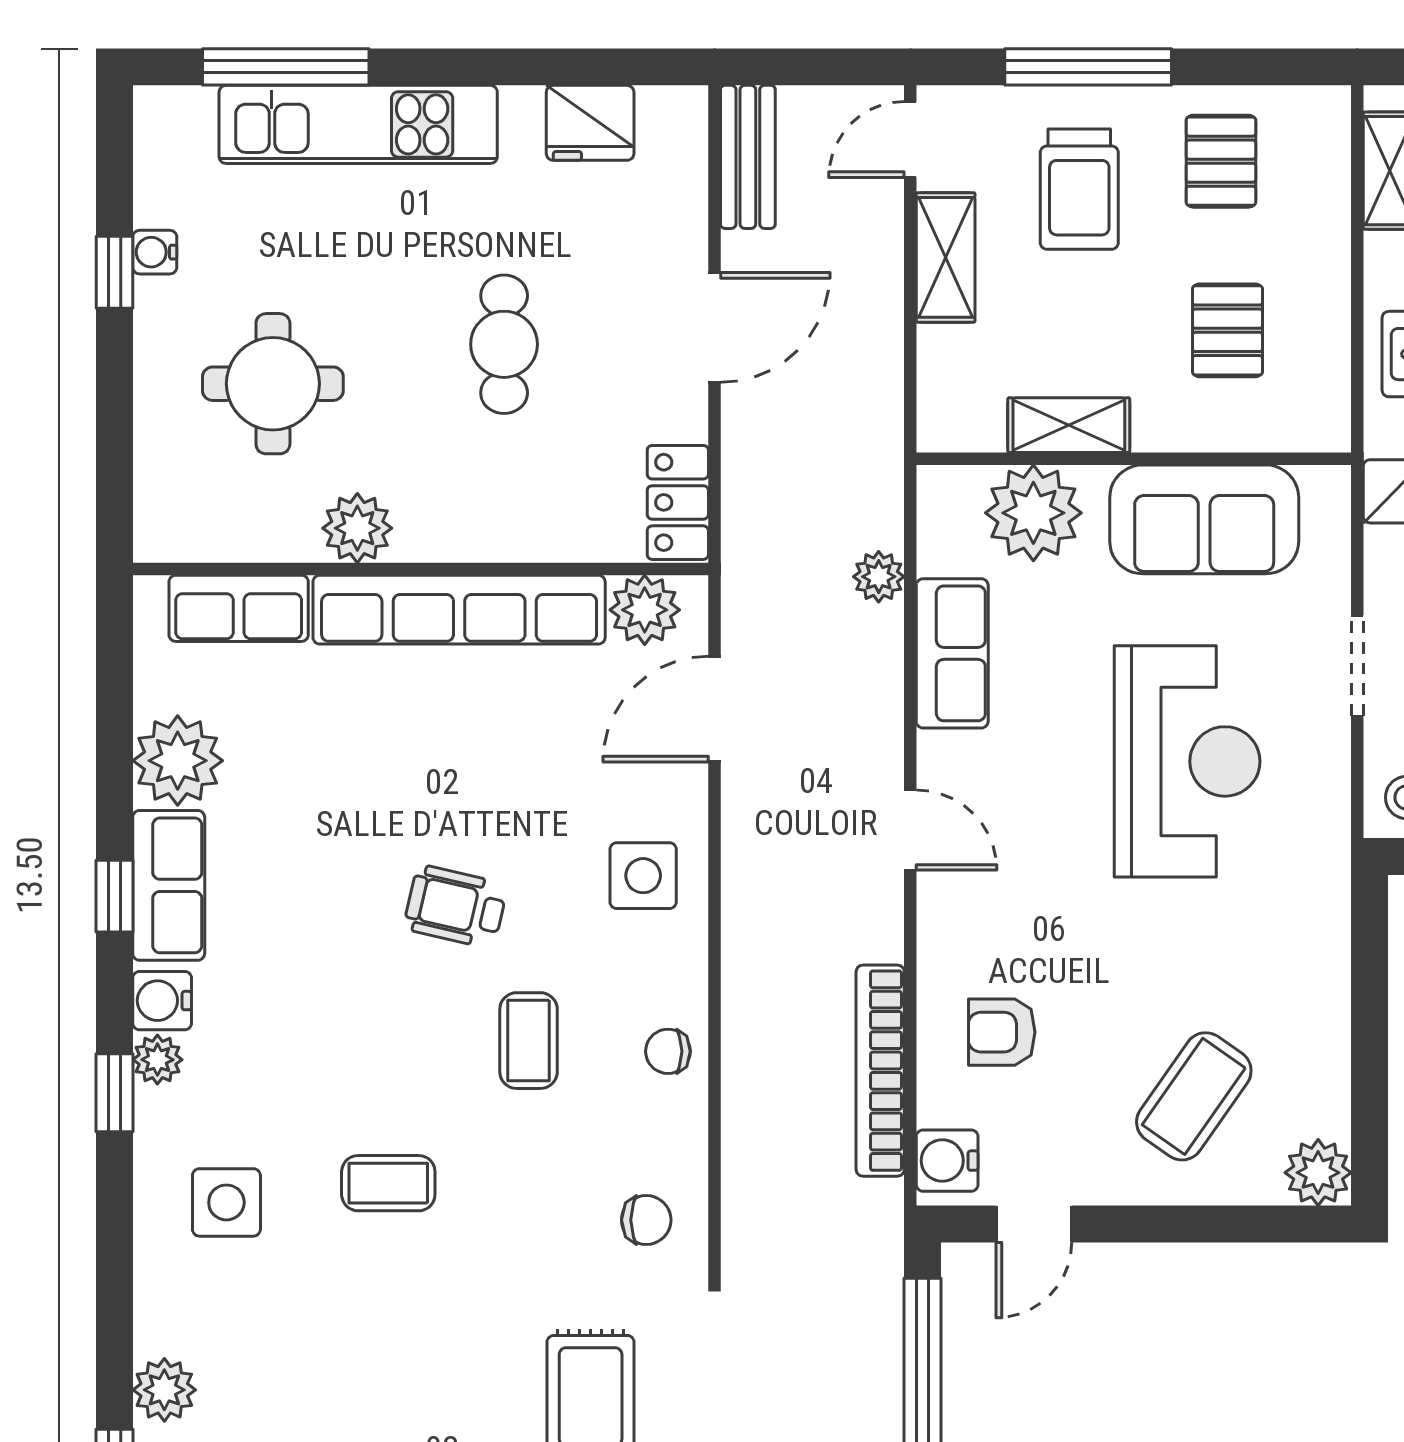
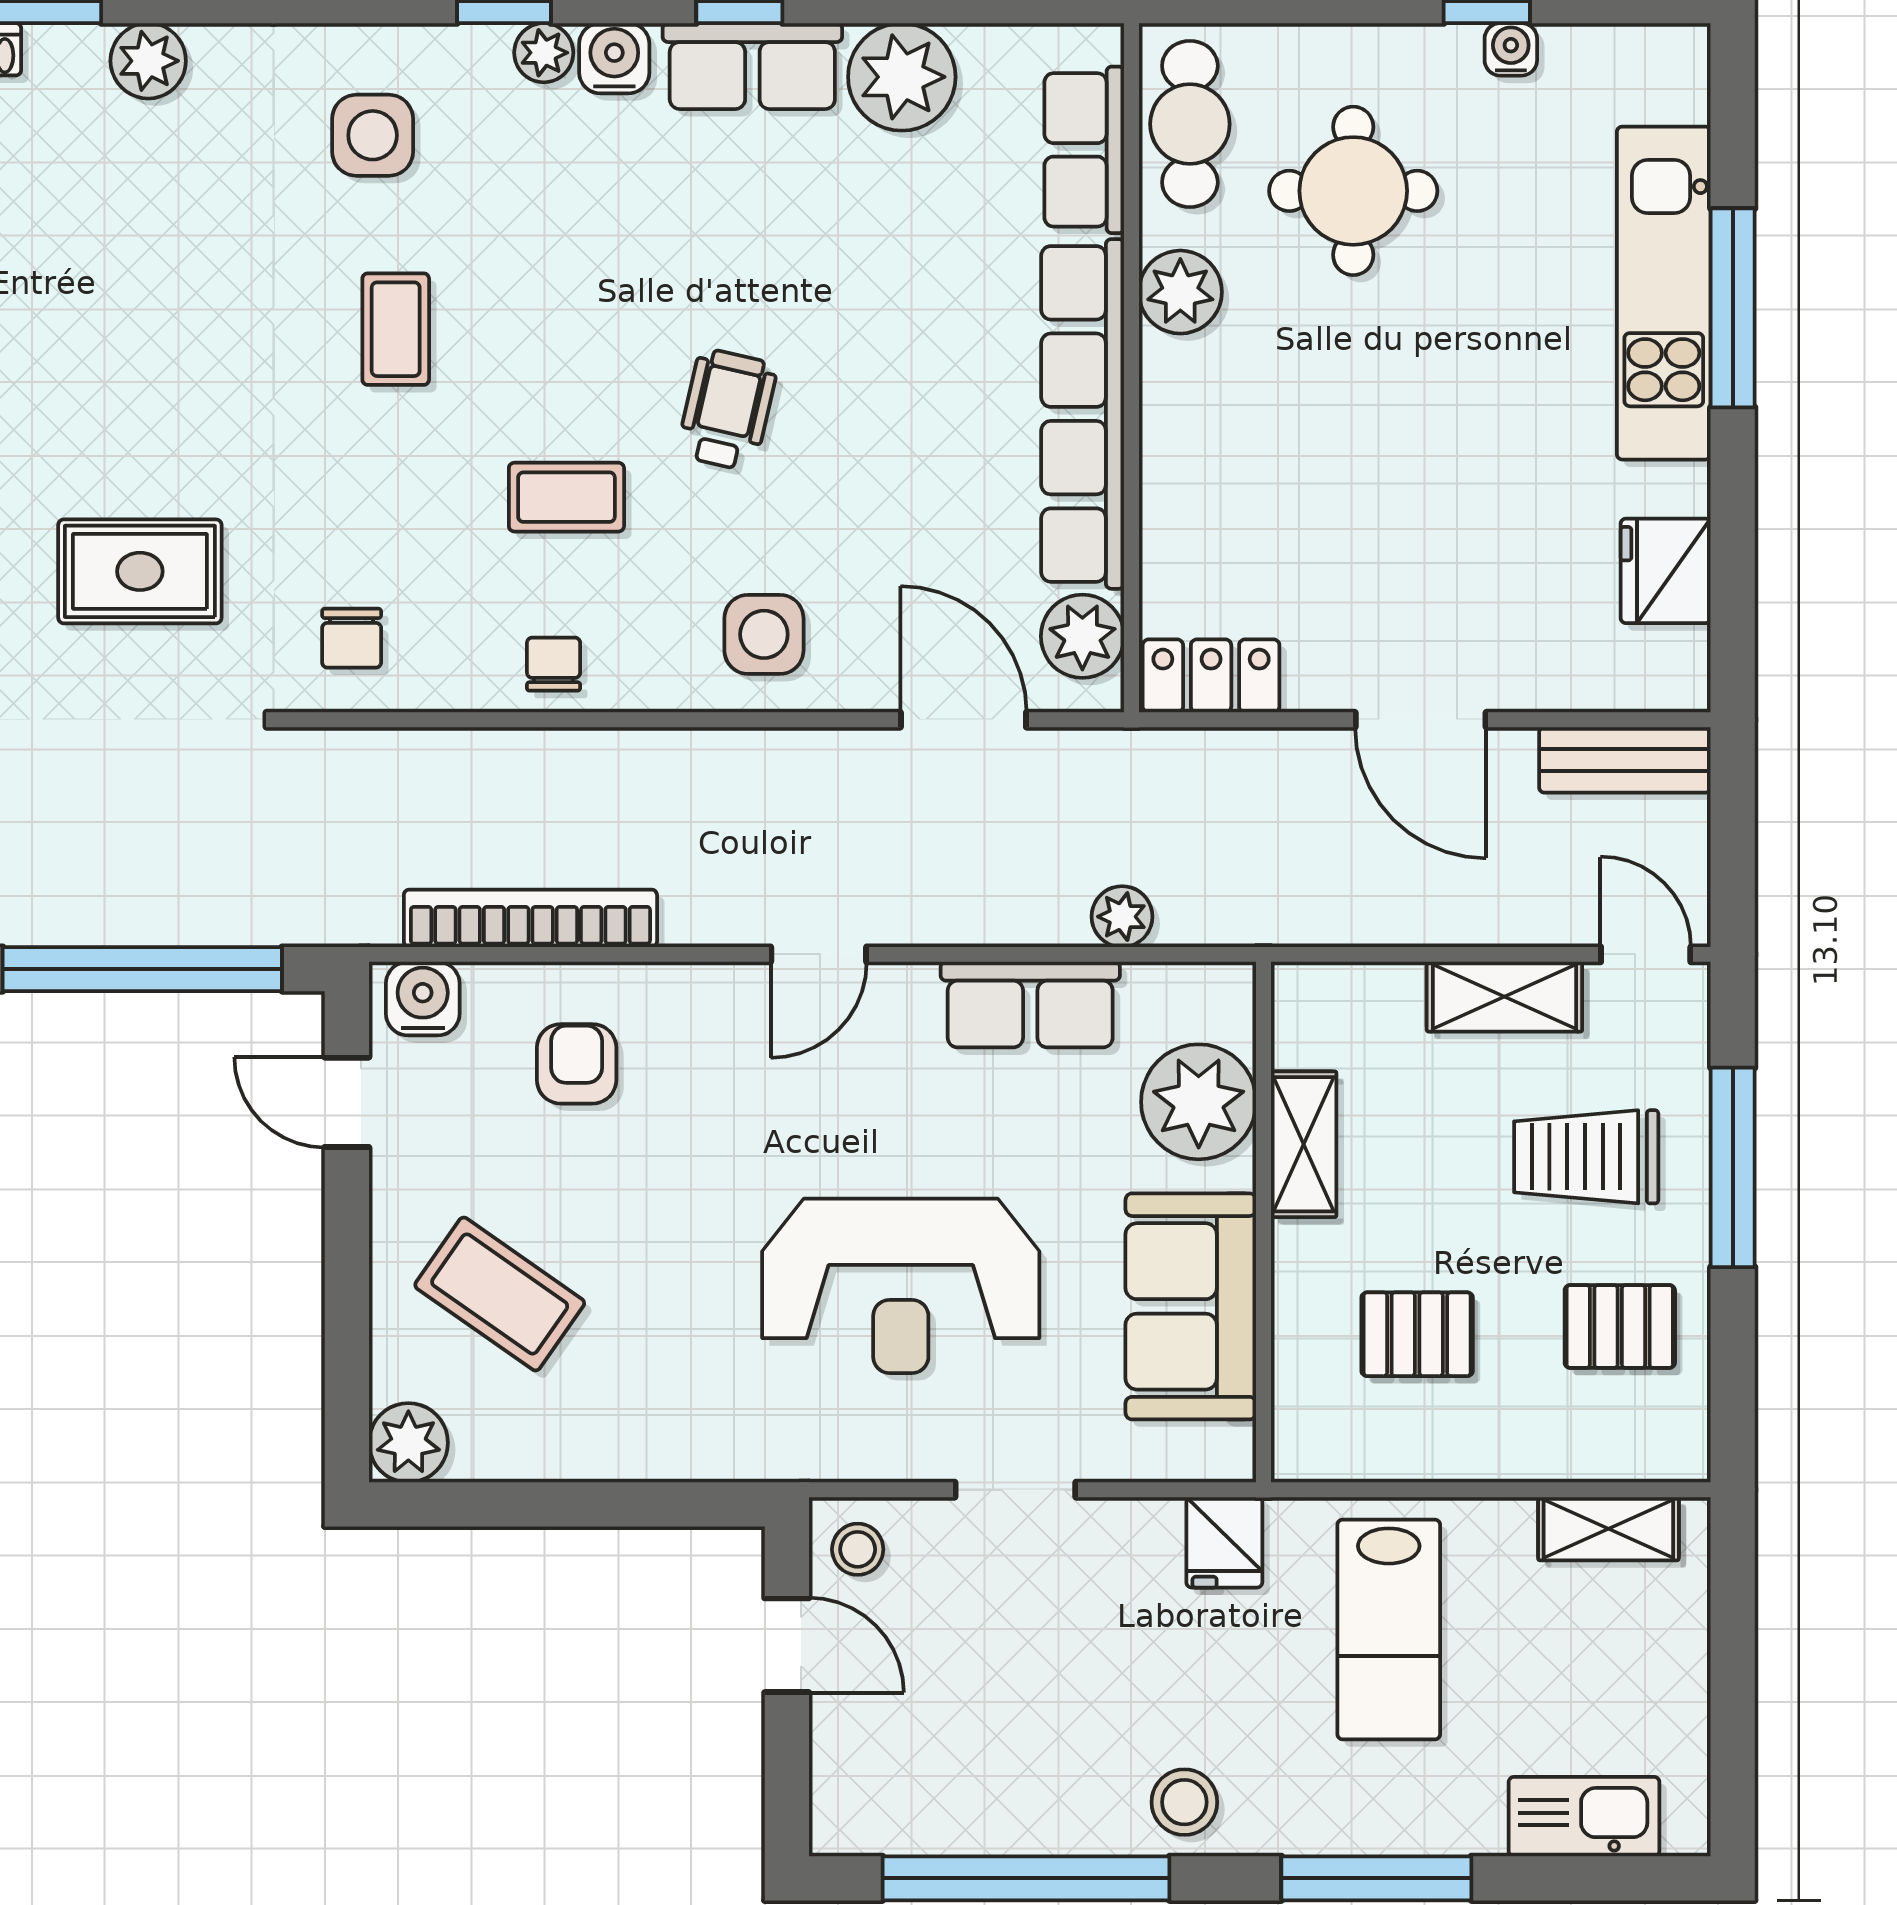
window: (286, 67) -> (1733, 308), moved
cafe table: (504, 344) -> (1190, 124), moved, turned 90

